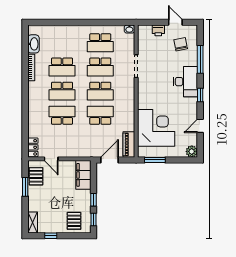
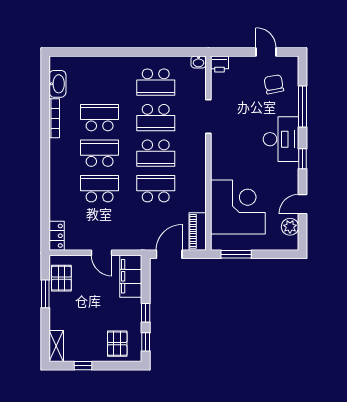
printer: (158, 30) -> (220, 64), moved
school desk: (62, 67) -> (100, 118), turned 180
school desk: (62, 91) -> (100, 153), turned 180
plant: (192, 151) -> (290, 227), moved
door: (51, 159) -> (102, 253), moved

